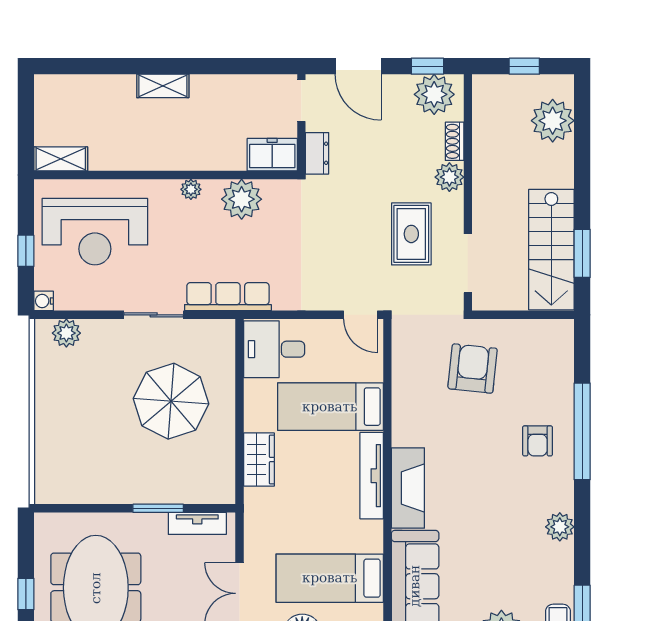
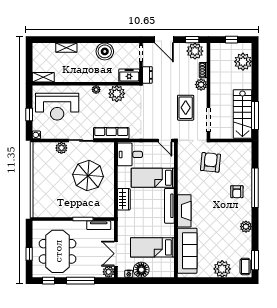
shelving: (163, 86) -> (66, 48), moved
boiler: (212, 95) -> (105, 51), added
window: (582, 253) -> (255, 116), width x1.44
plant: (66, 333) -> (61, 148), moved

